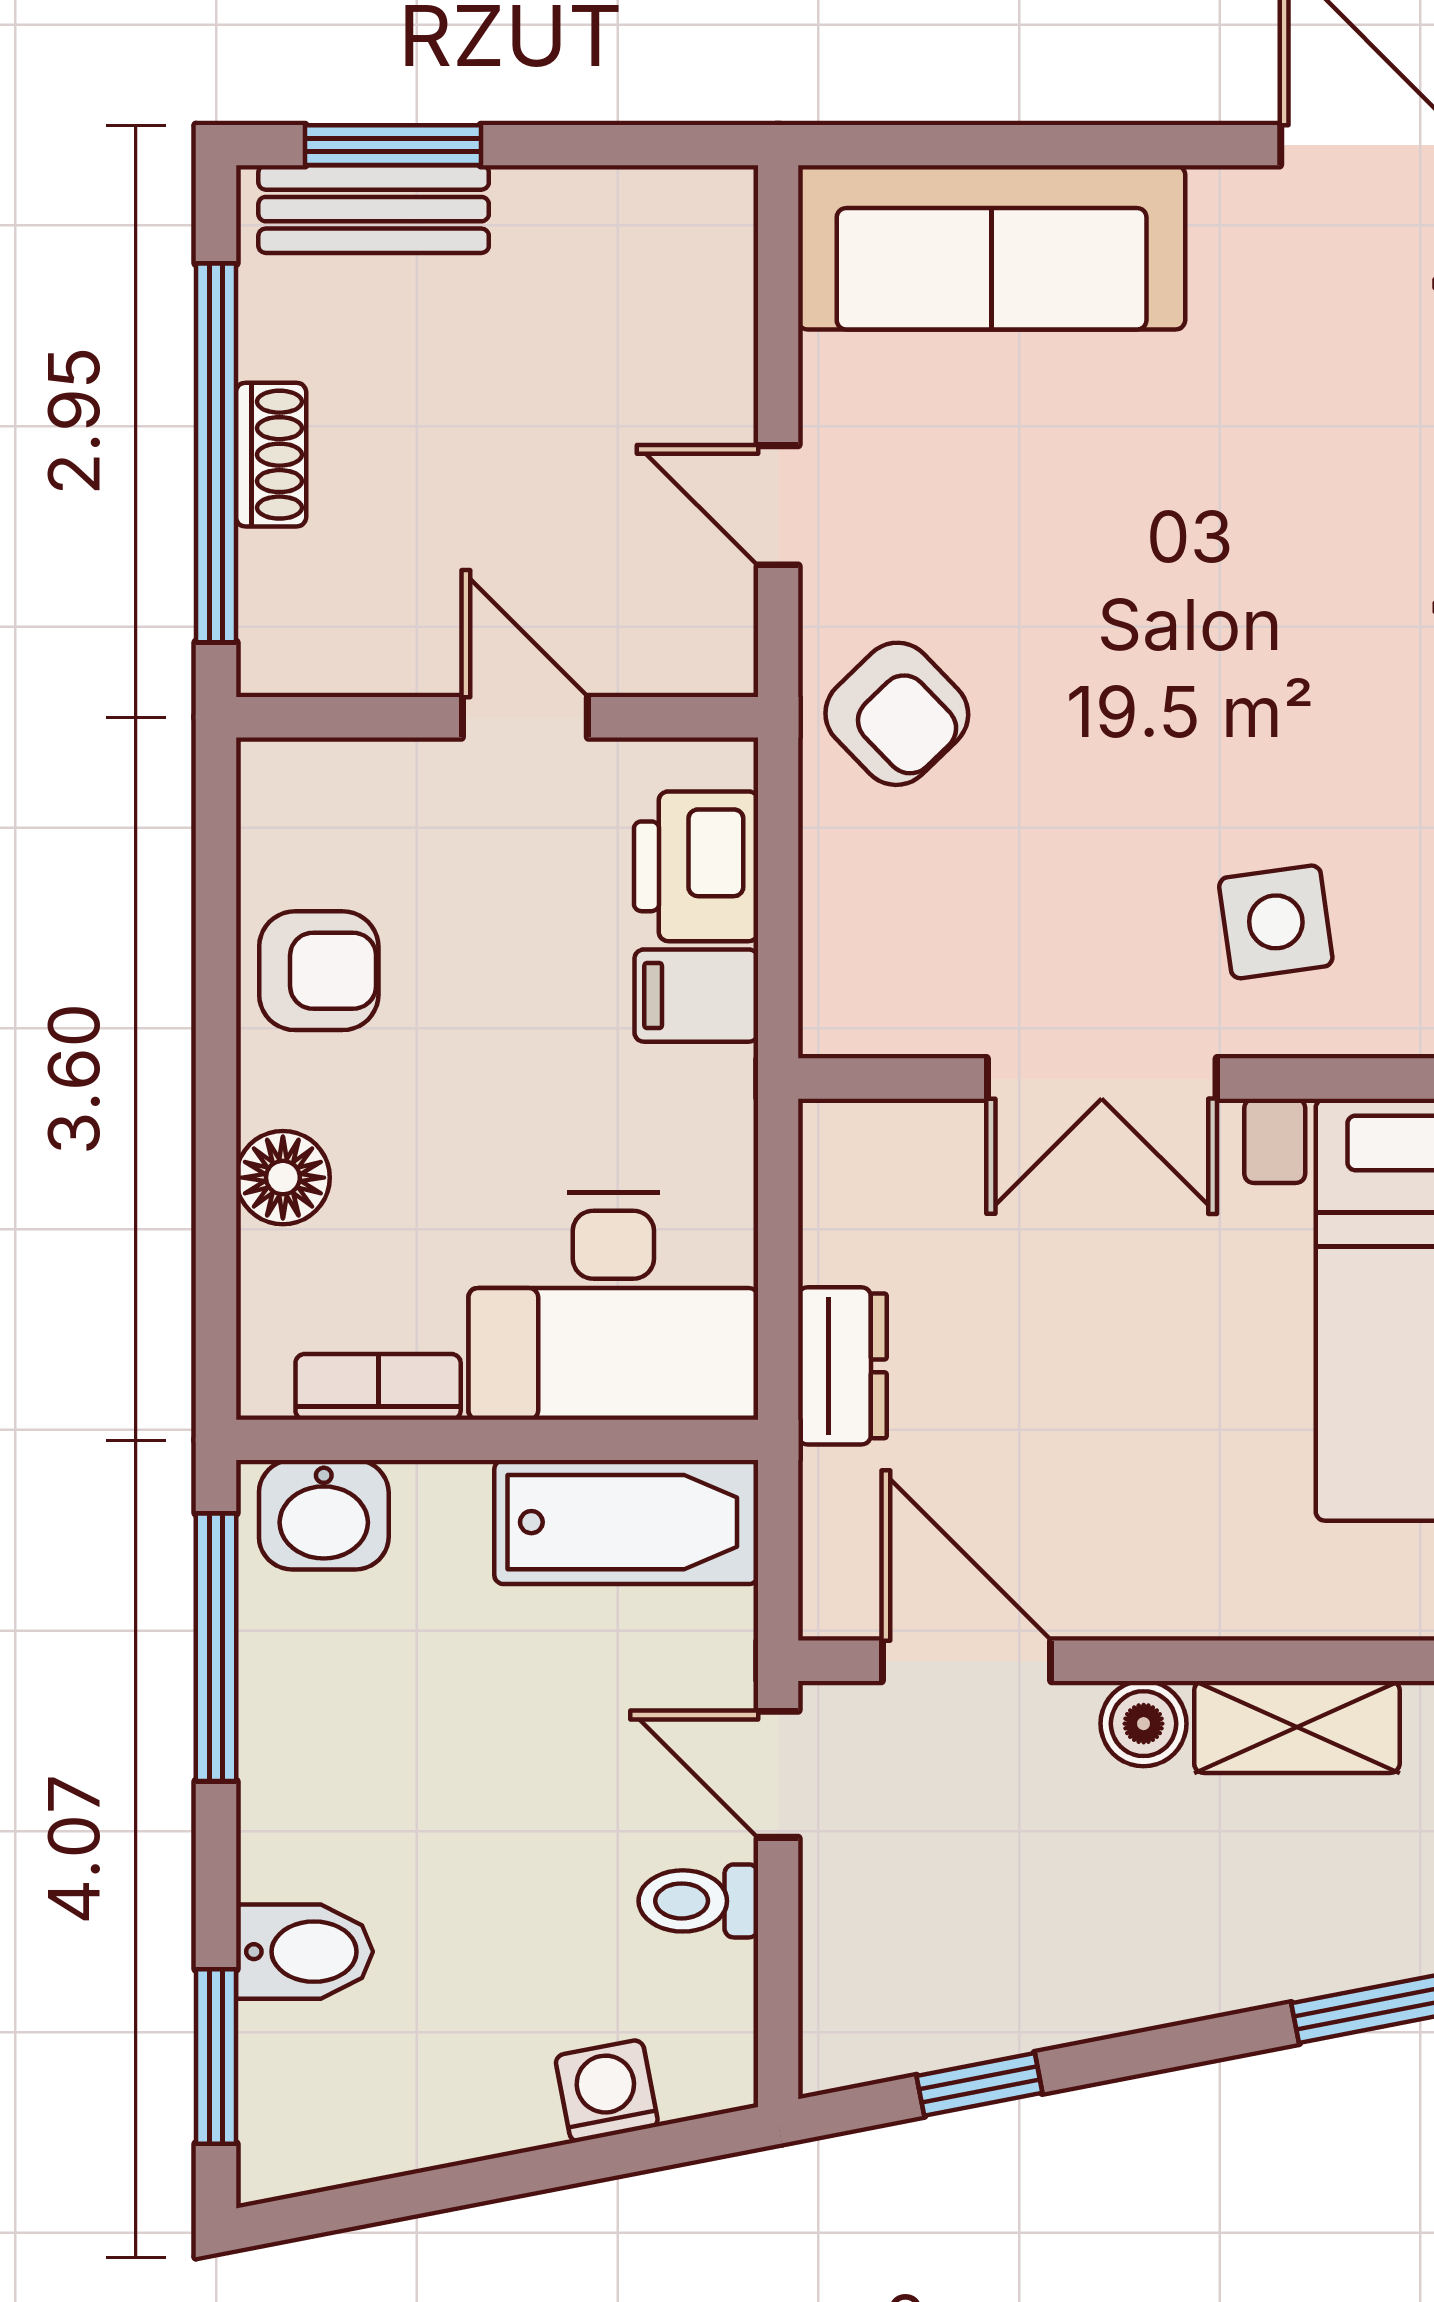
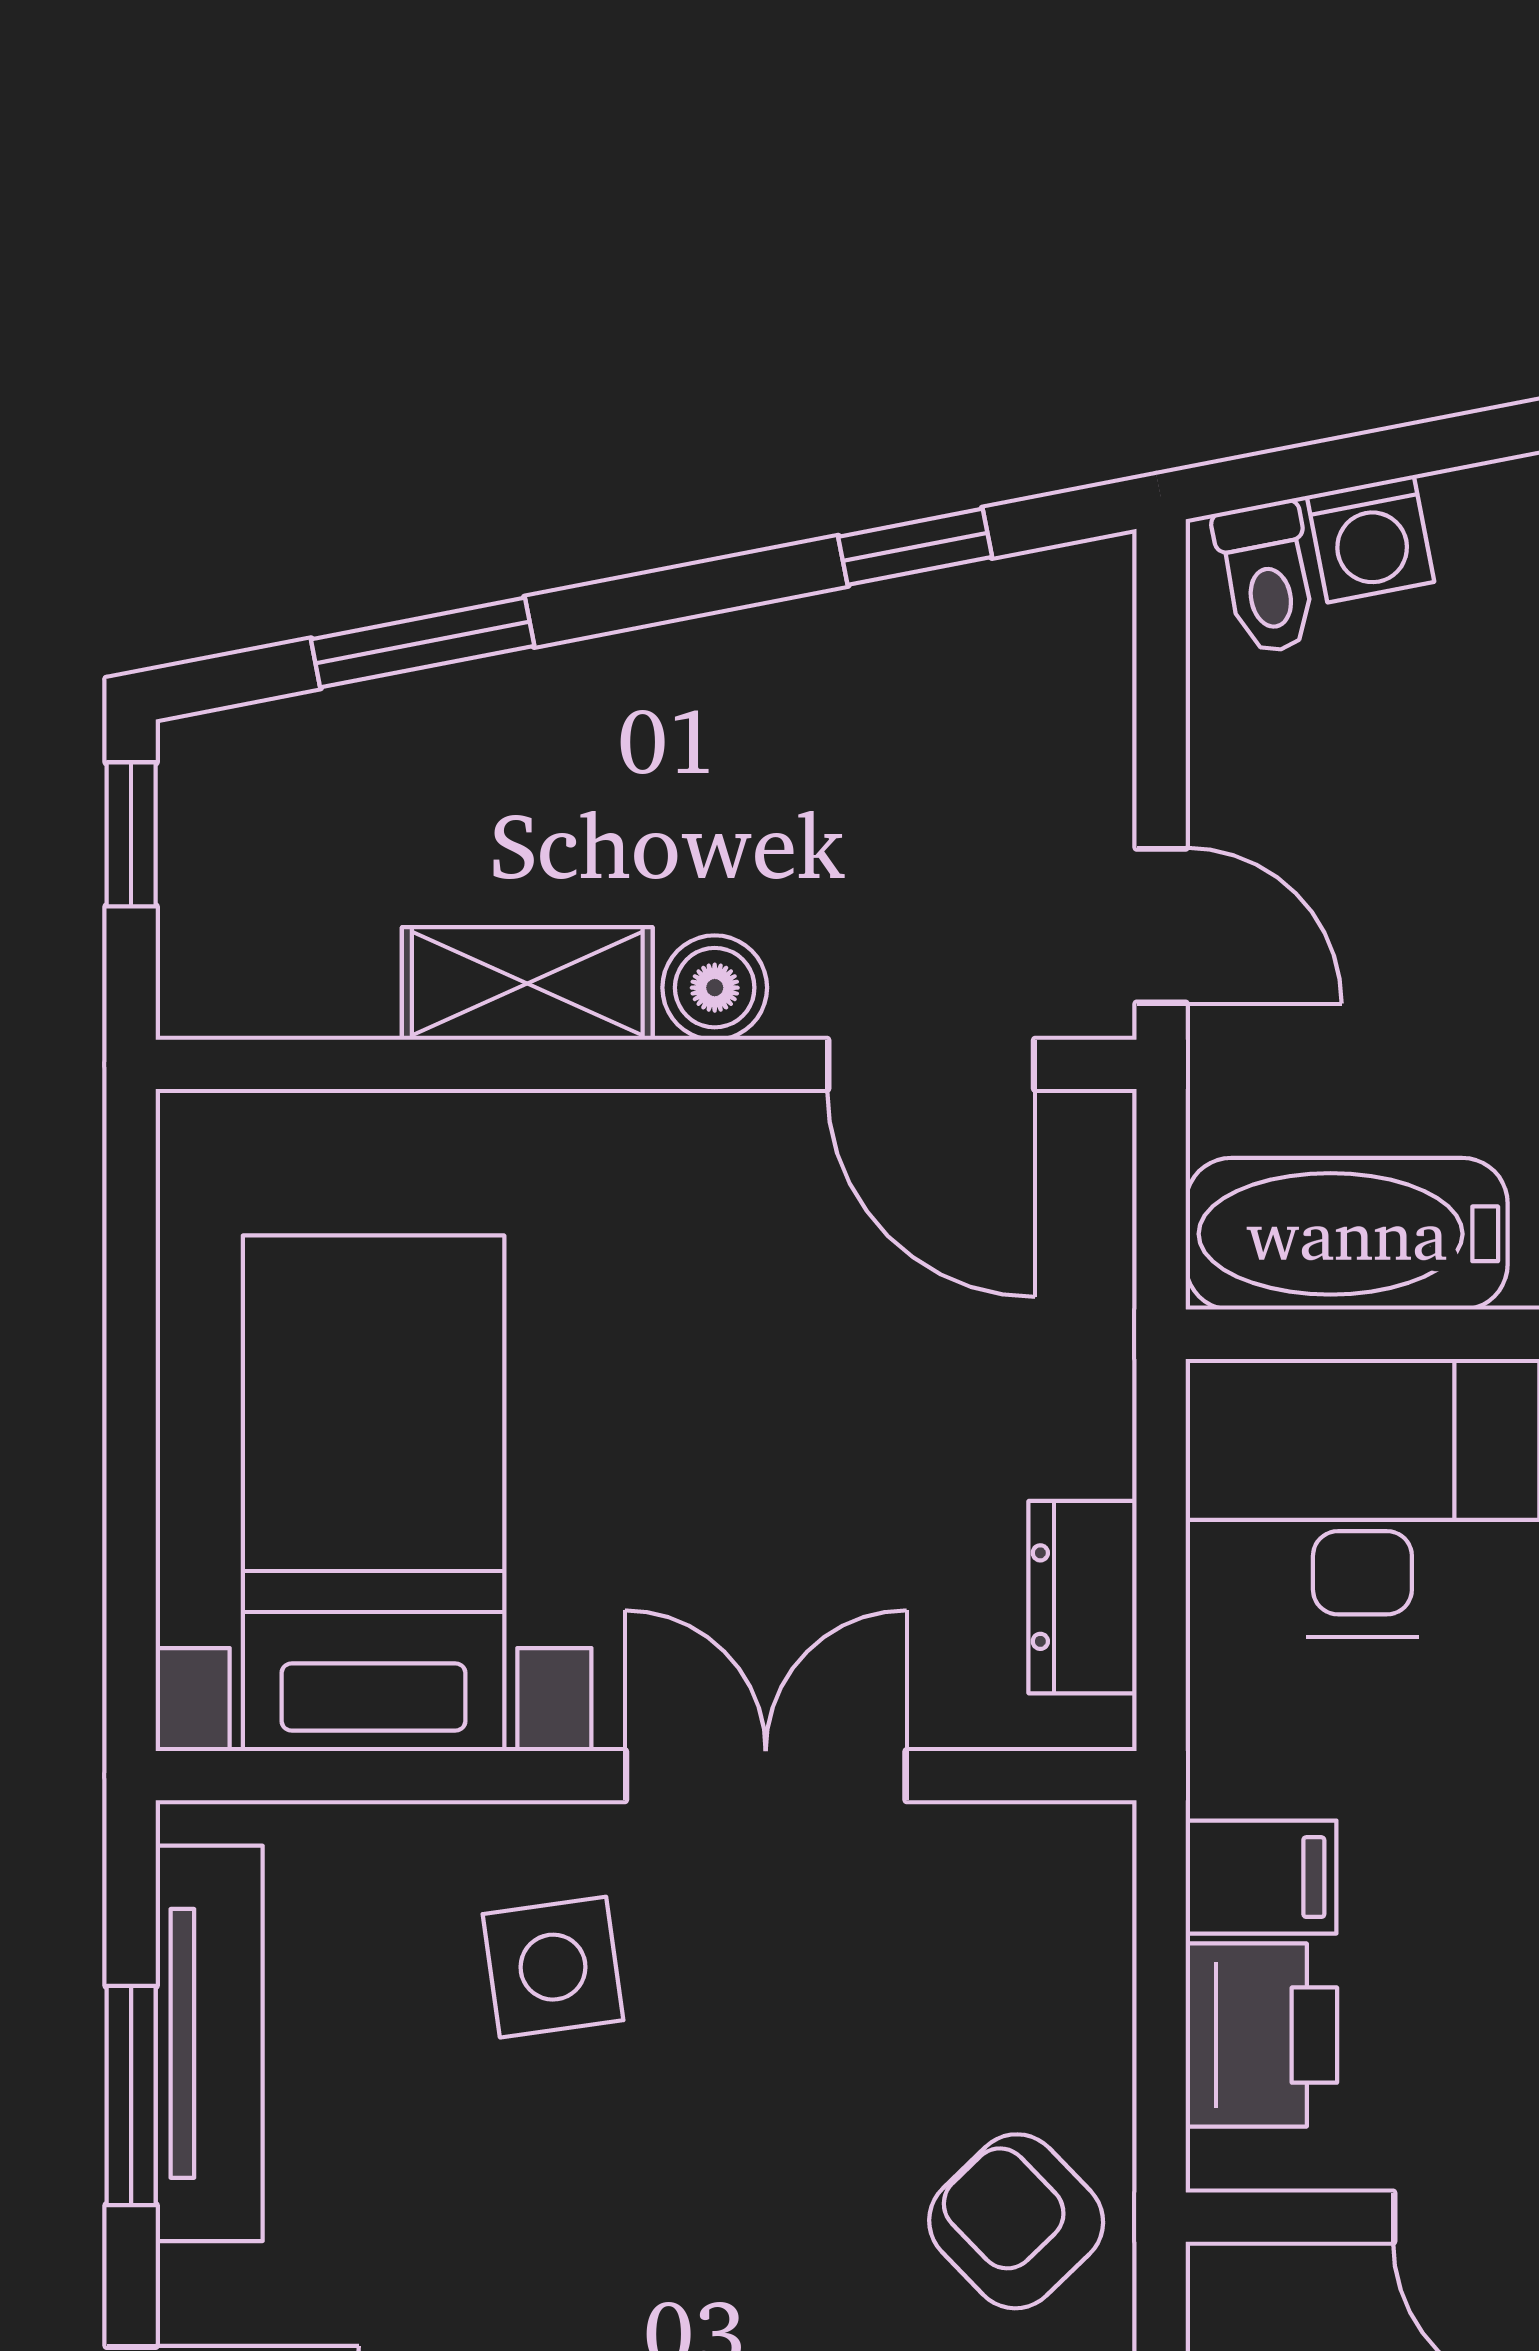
dresser: (842, 1366) -> (1083, 1597), moved
toilet: (698, 1901) -> (1267, 578), moved, turned 79

